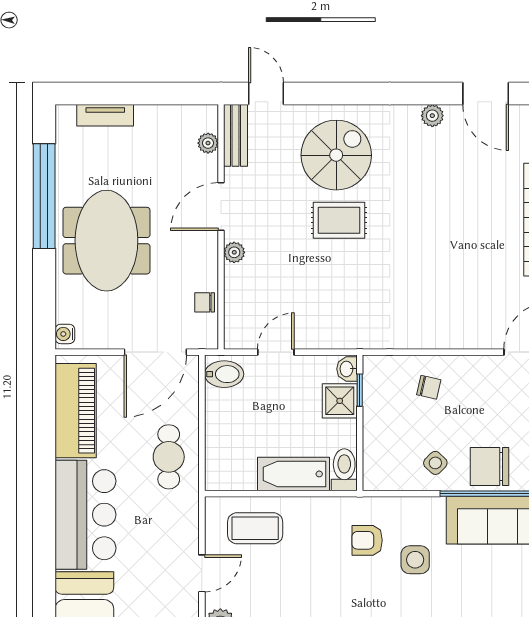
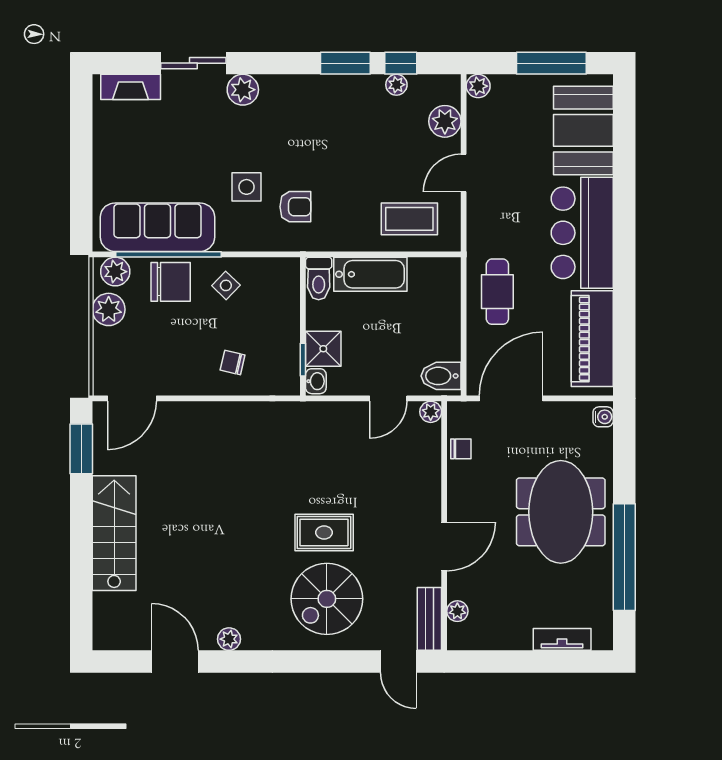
plant: (234, 252) -> (431, 412), moved

